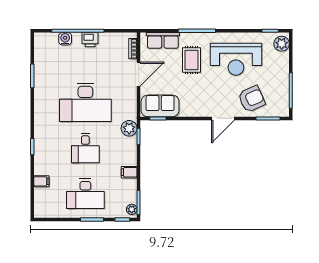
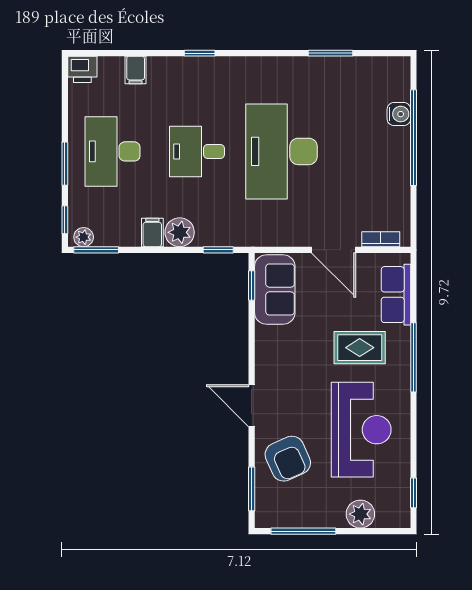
printer: (90, 40) -> (82, 69), moved, turned -90
plant: (282, 44) -> (360, 514), moved
reception desk: (236, 59) -> (361, 430), turned 180
plant: (129, 128) -> (180, 232), moved

